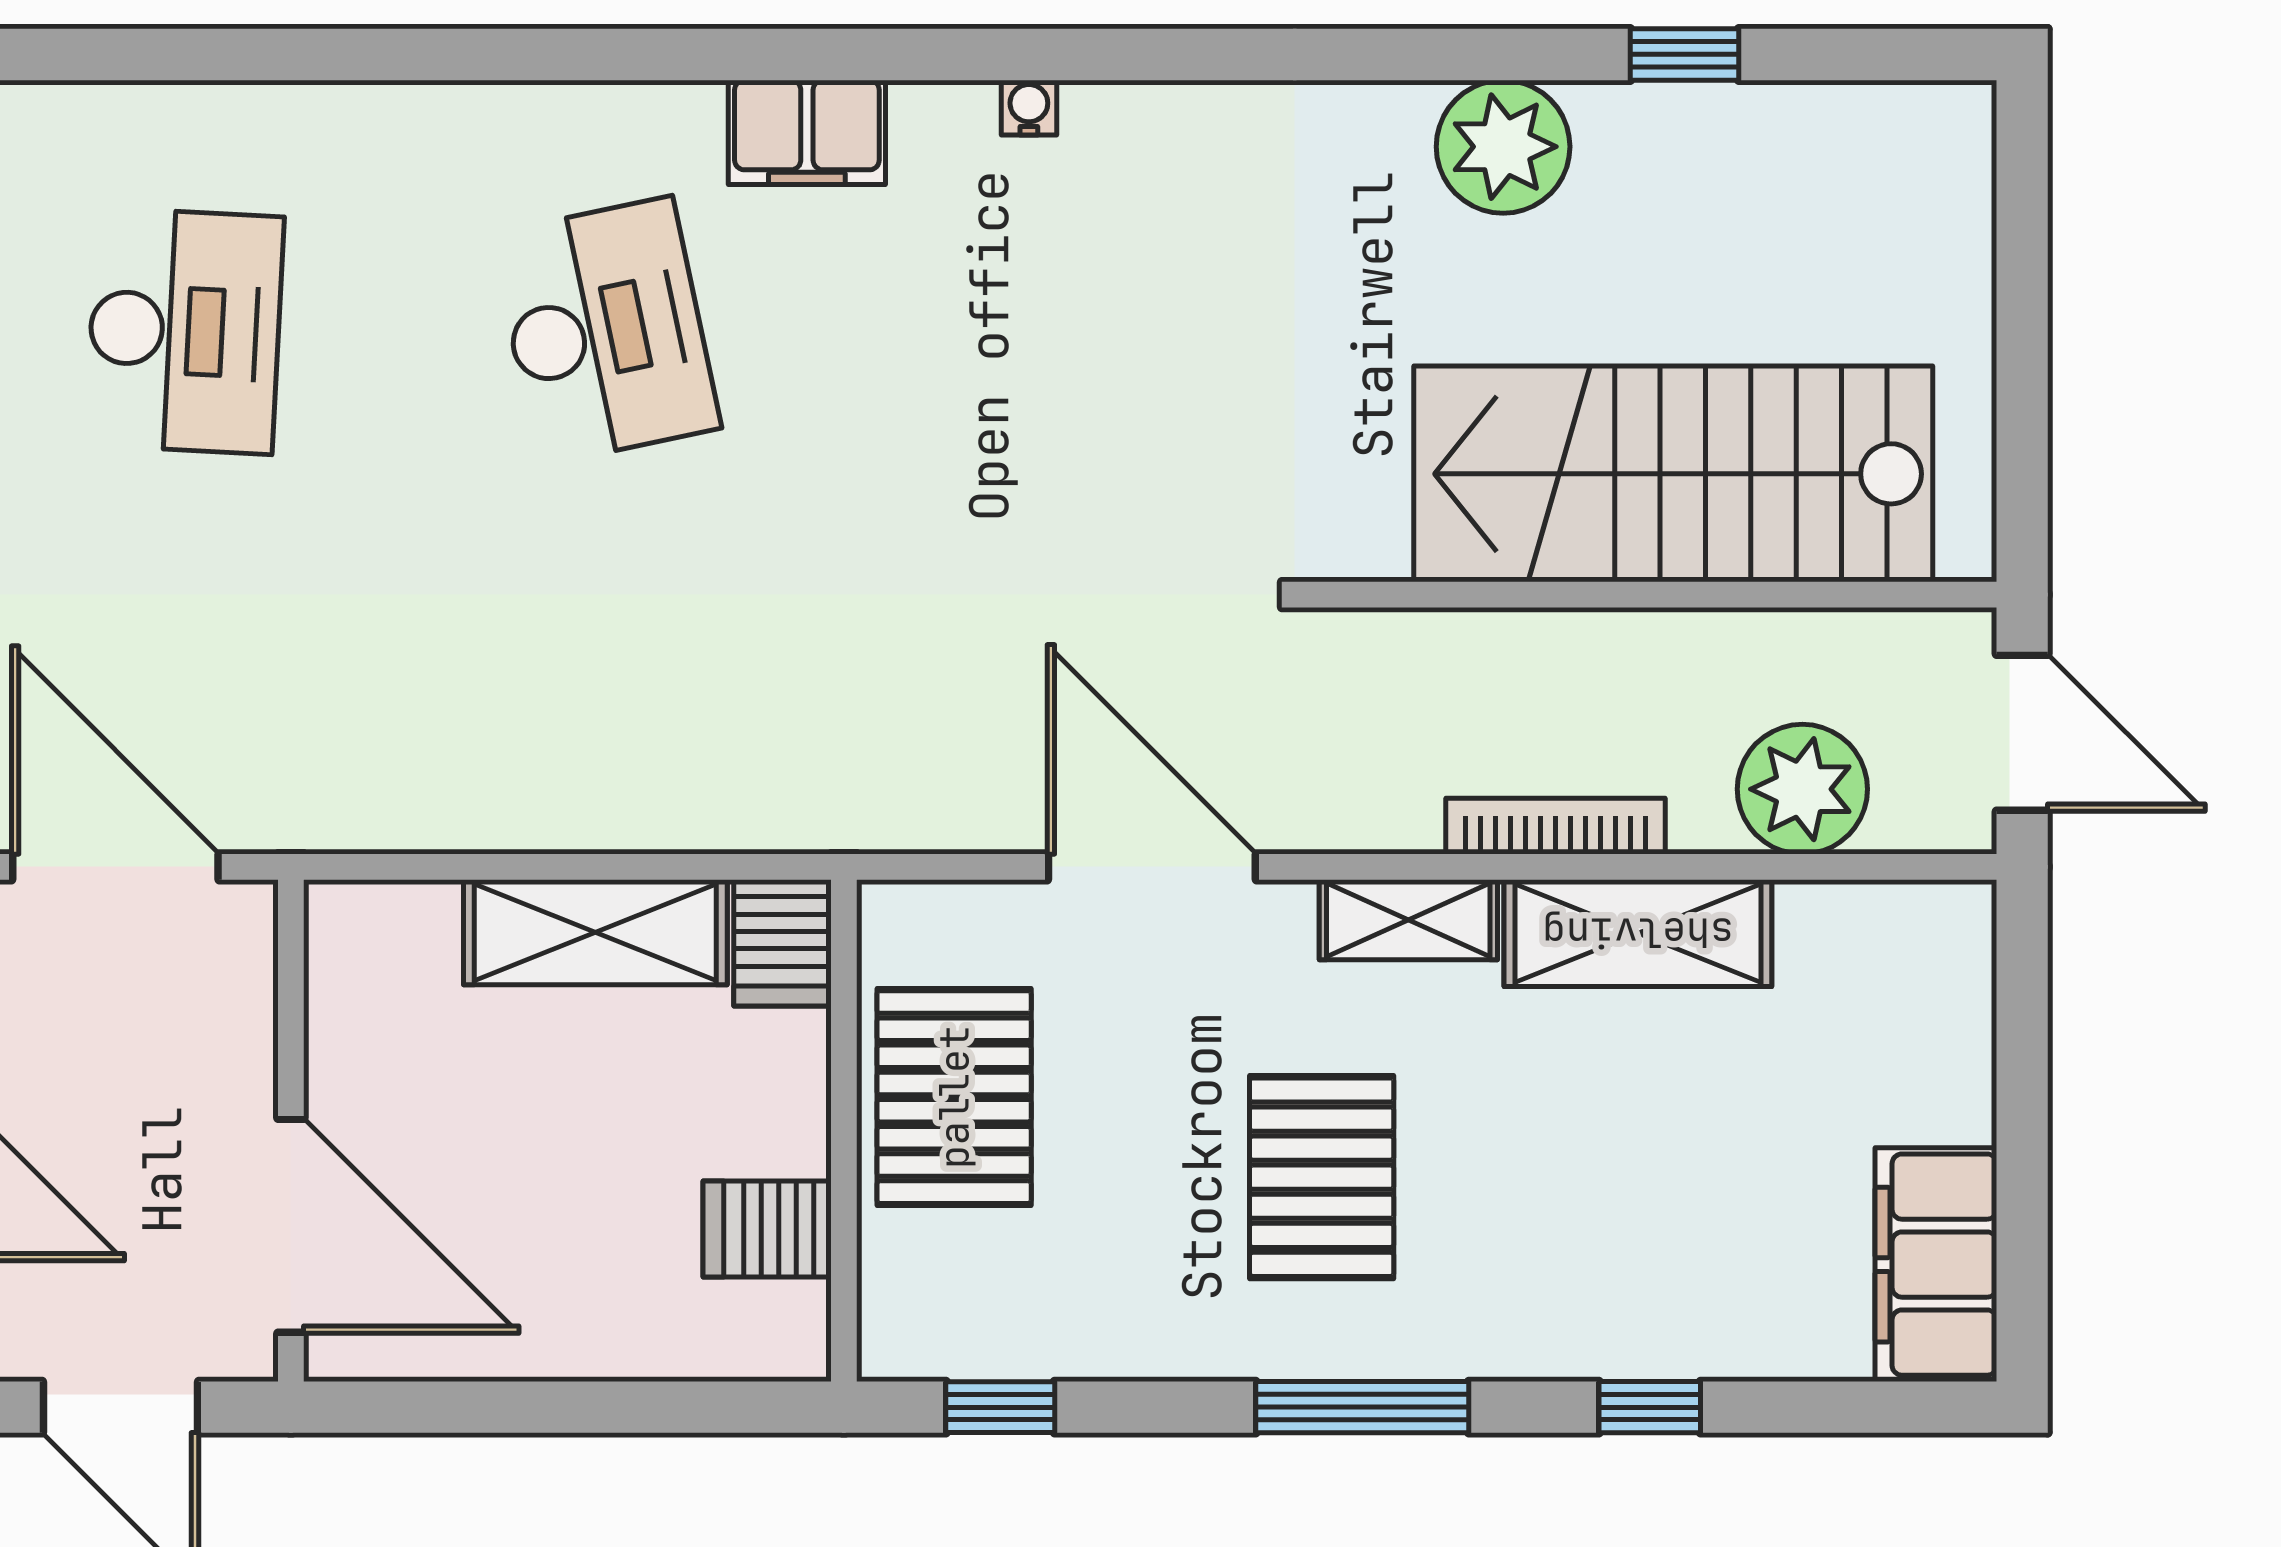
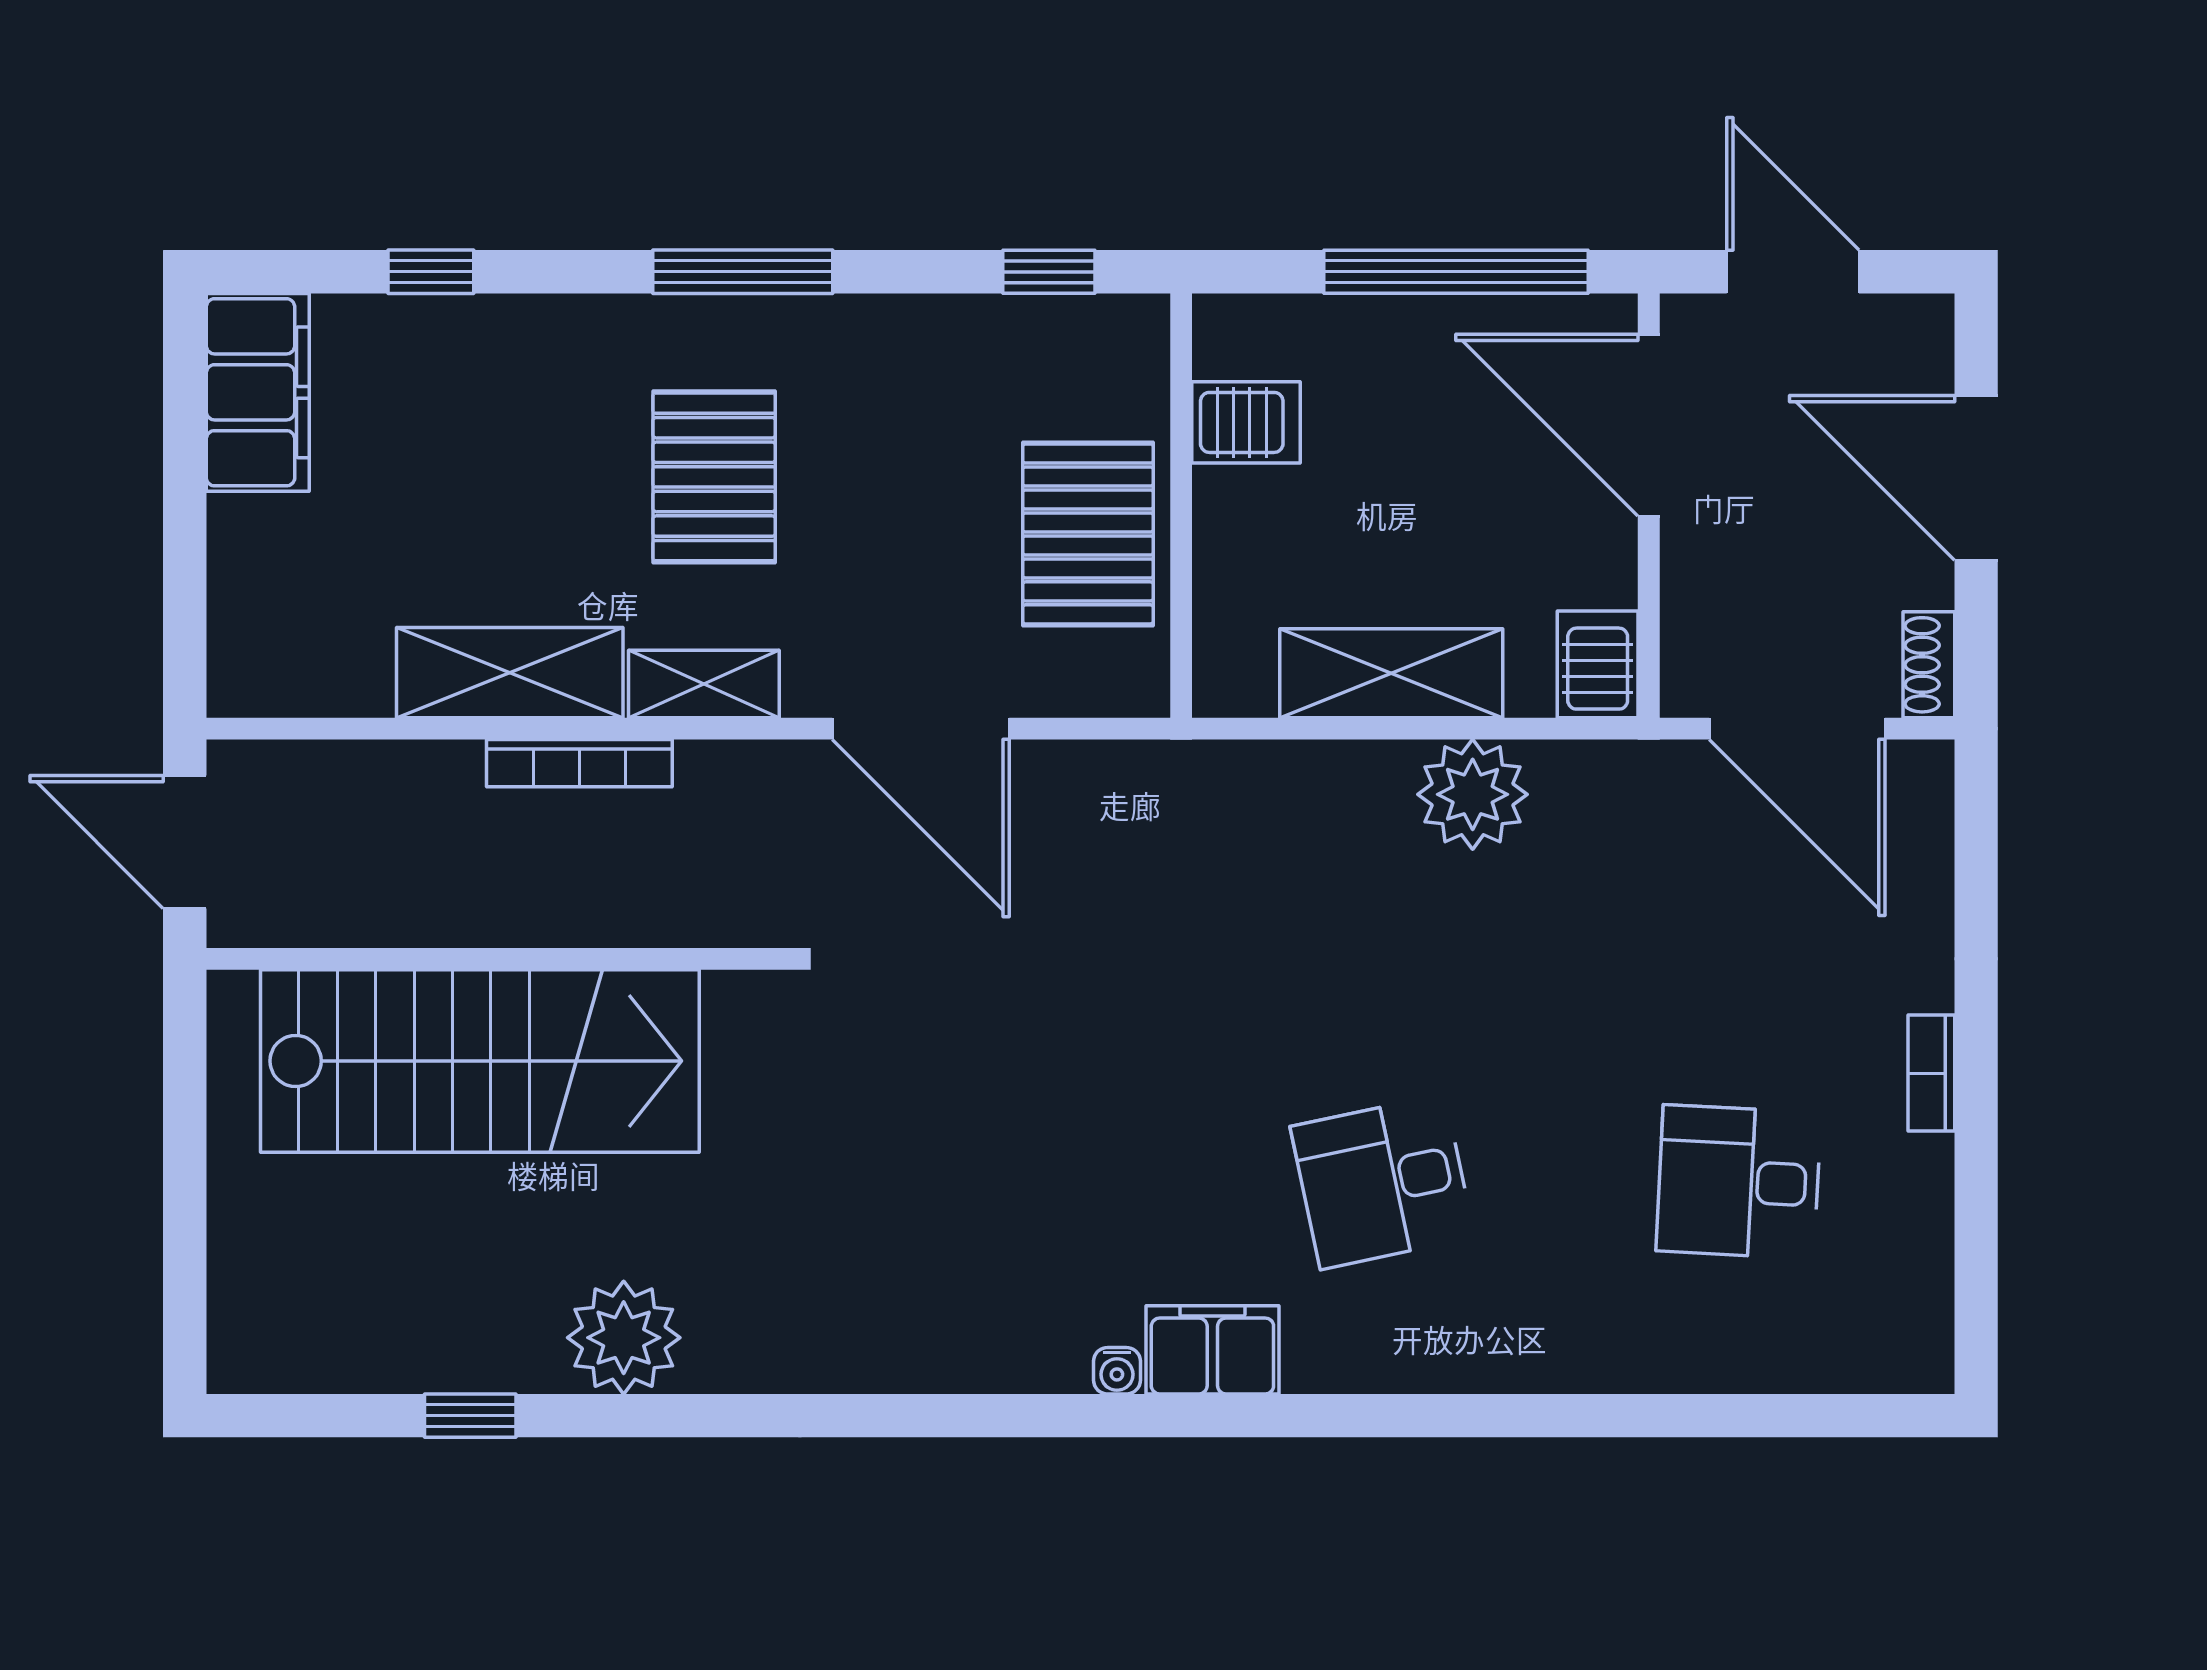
water cooler: (1029, 108) -> (1117, 1371), moved
desk: (185, 331) -> (1739, 1182), width x0.73
desk: (606, 331) -> (1383, 1182), width x0.73
plant: (1802, 789) -> (1473, 794), moved
server rack: (781, 943) -> (1598, 664), moved
pallet: (1322, 1177) -> (714, 477), moved
window: (519, 1407) -> (1456, 272), added
window: (1650, 1407) -> (431, 272), moved

